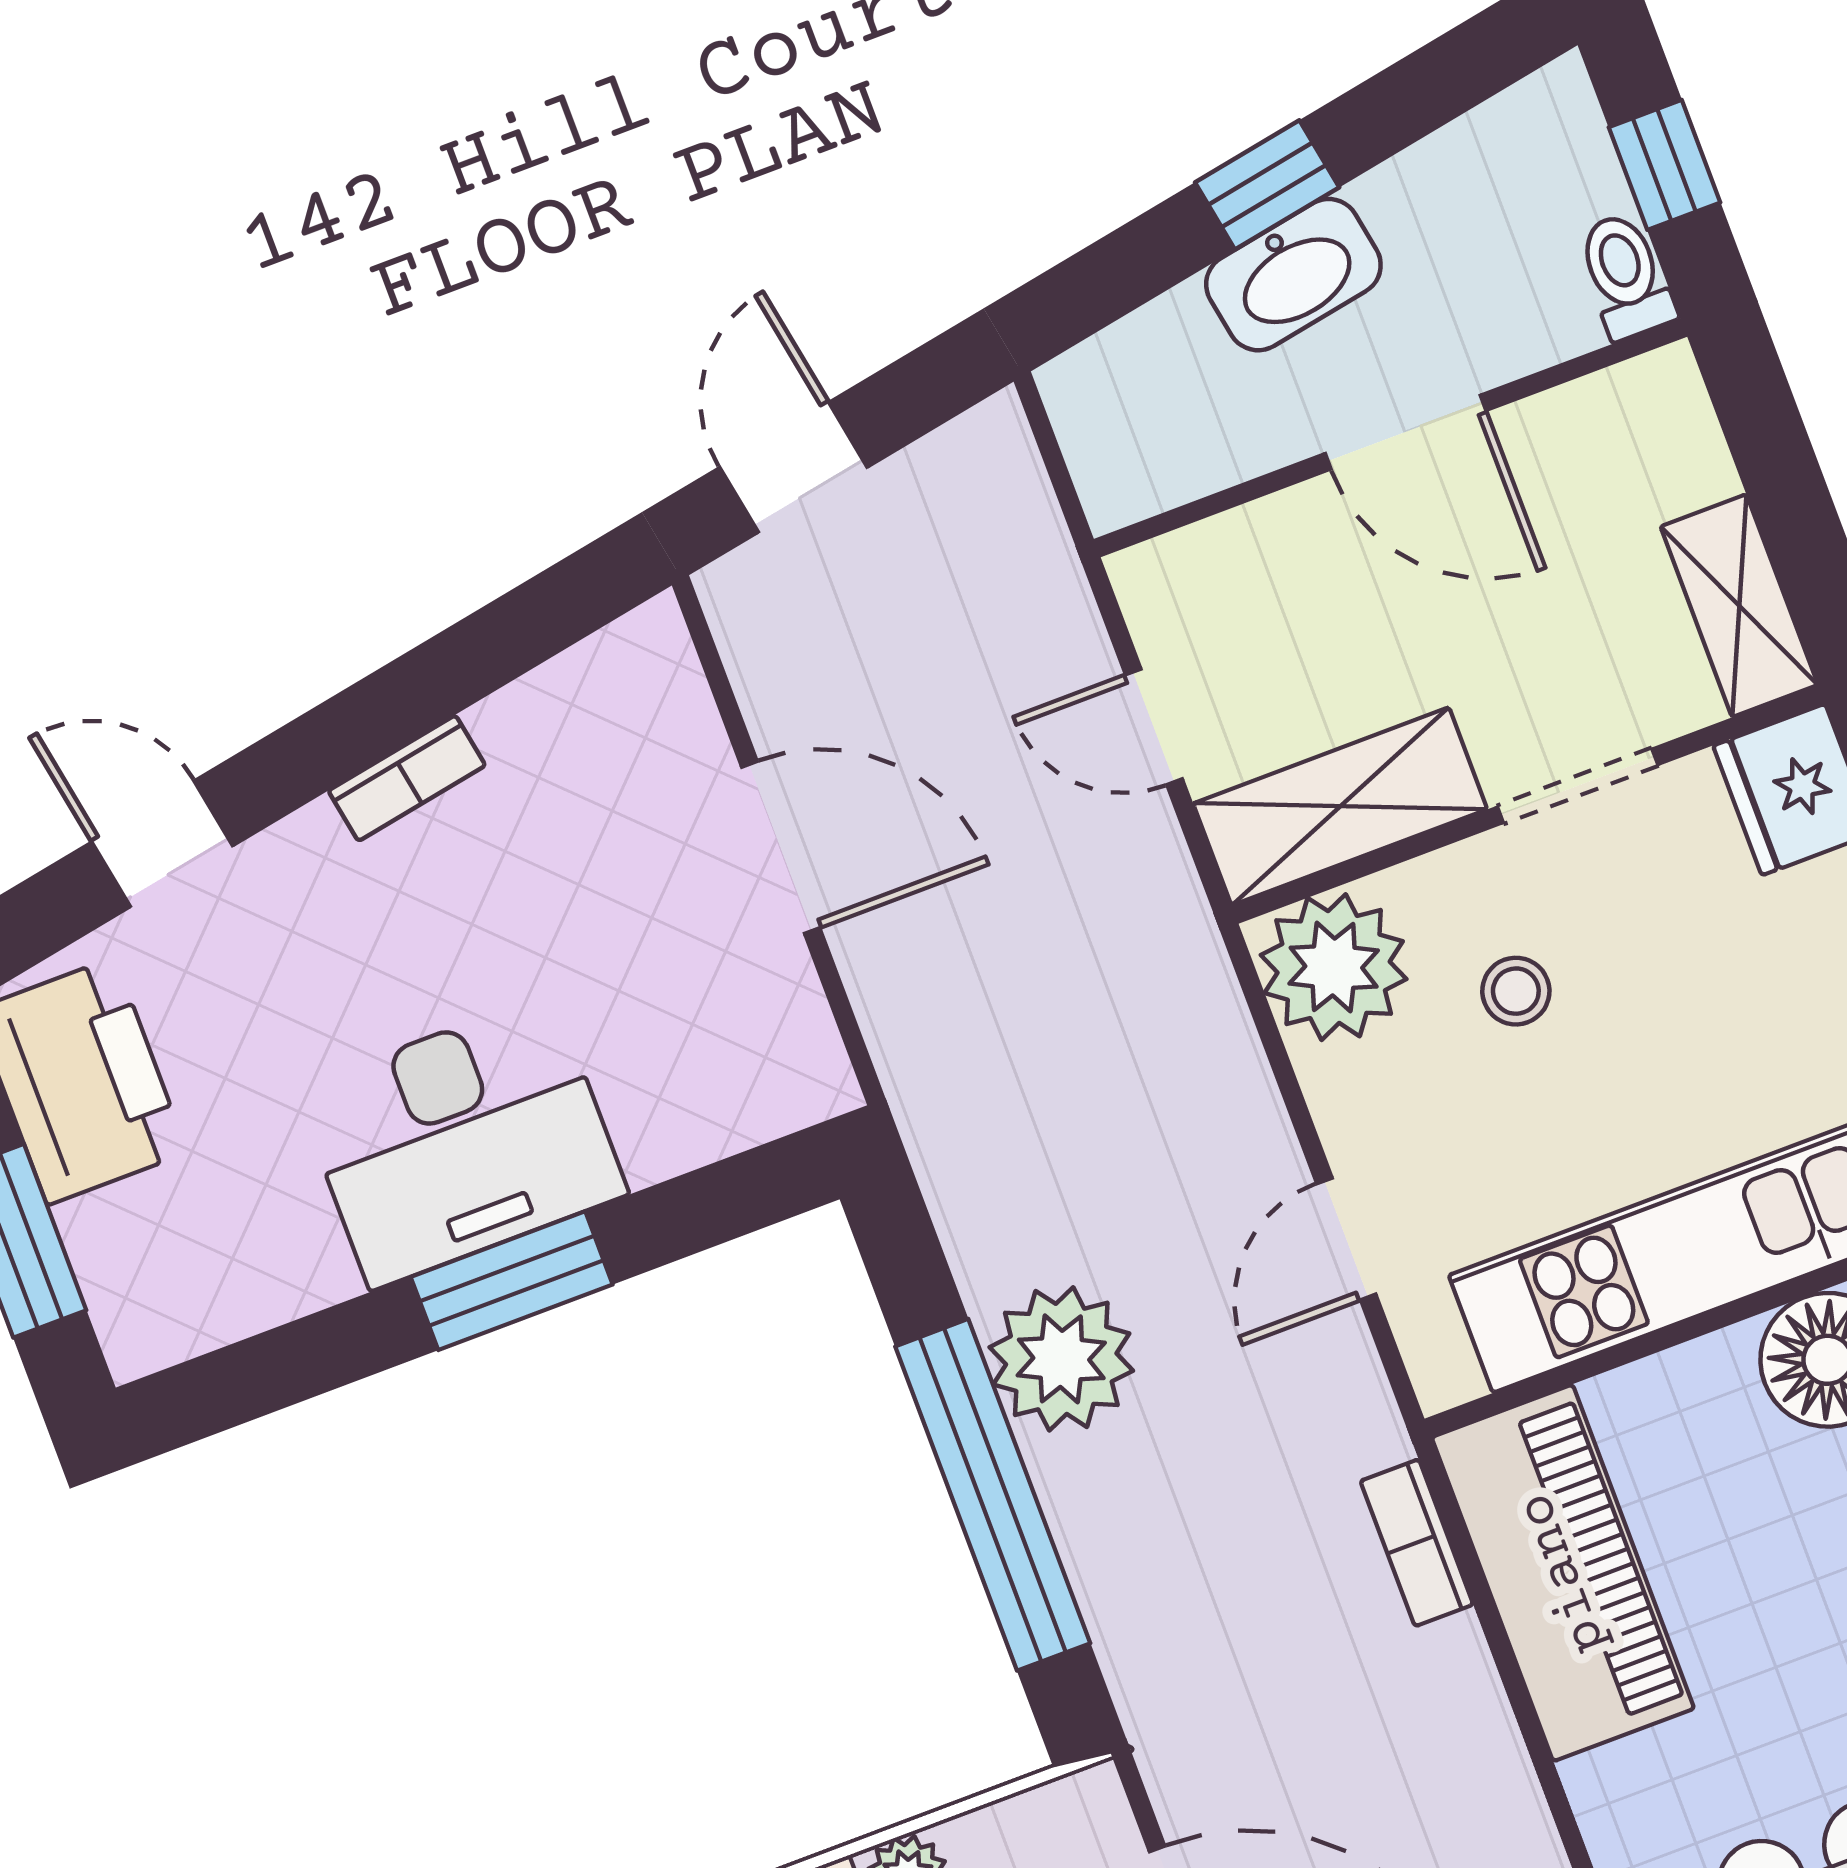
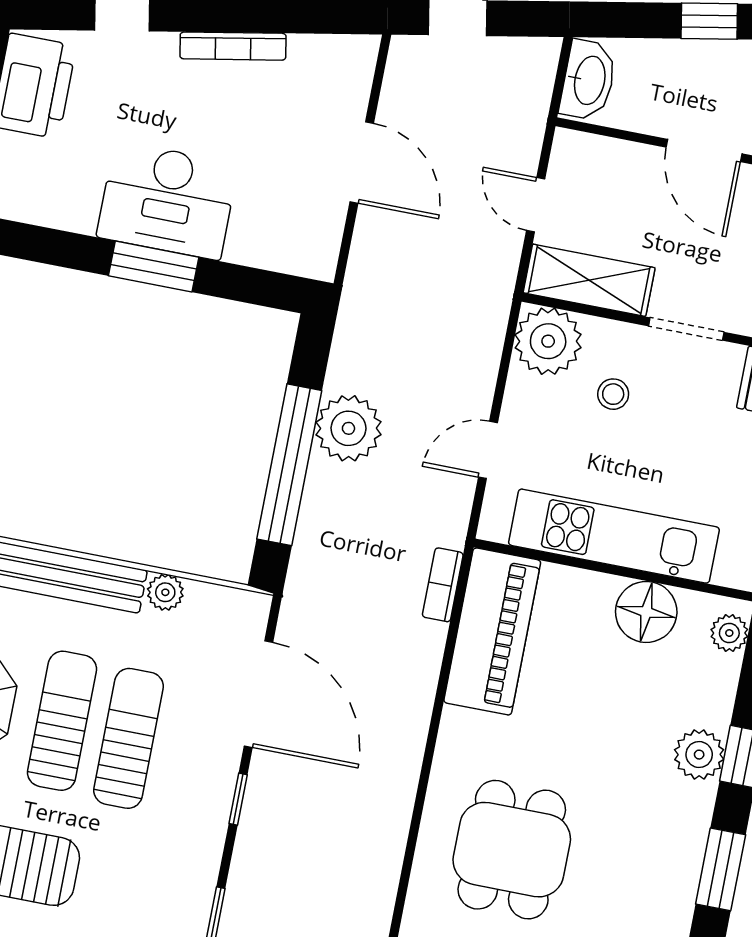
washbasin: (1293, 275) -> (588, 80), moved, turned -80
bookcase: (407, 778) -> (233, 46), width x1.56

